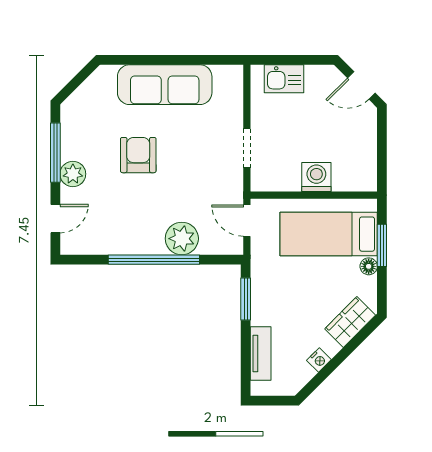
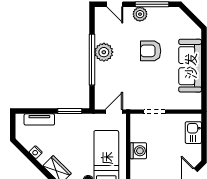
armchair: (138, 155) -> (151, 51), turned 180
plant: (182, 239) -> (104, 52), moved

